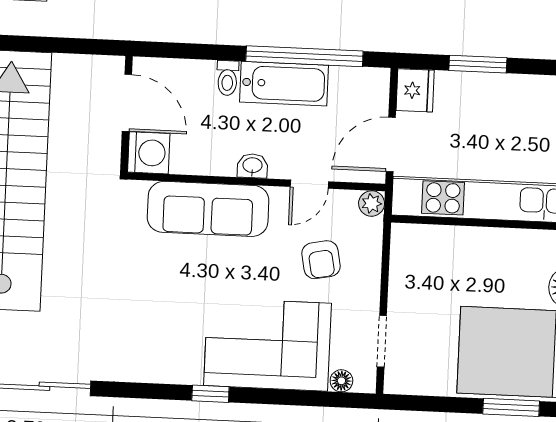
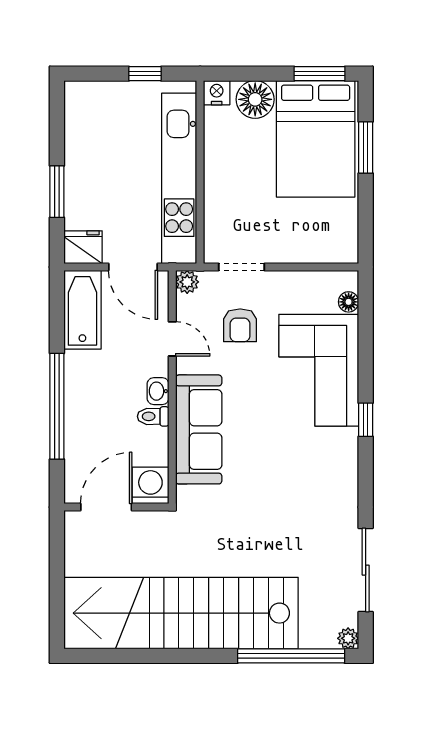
window: (304, 56) -> (57, 406), moved
toilet: (227, 78) -> (153, 416), moved, turned 180
bathtub: (284, 84) -> (82, 310), moved
armchair: (321, 260) -> (240, 325), turned 101
doorway: (382, 341) -> (241, 267), moved

